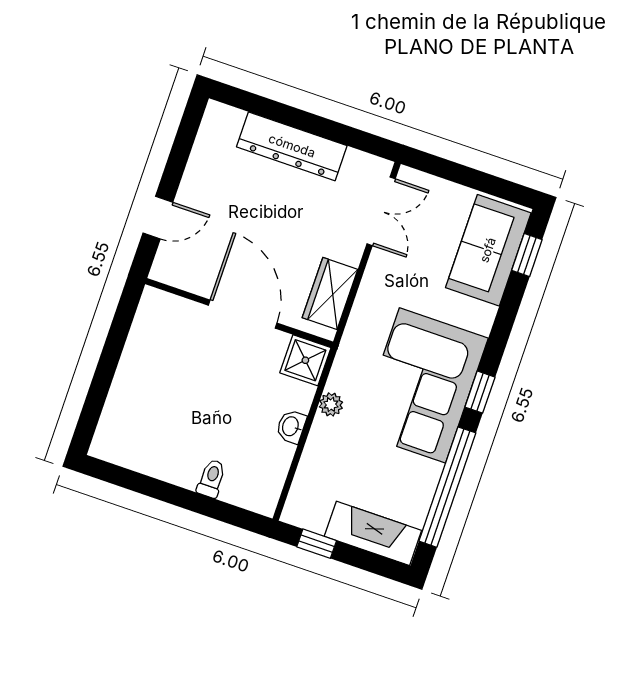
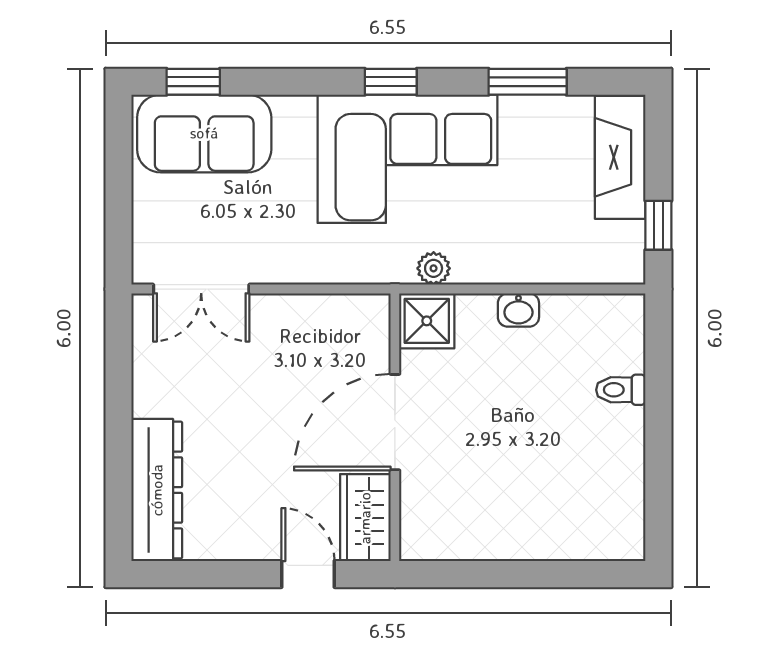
dresser: (292, 146) -> (157, 490), moved
double door: (381, 211) -> (201, 289), swing flipped
wardrobe: (330, 293) -> (365, 518), moved, turned 90
plant: (331, 404) -> (434, 268), moved
window: (447, 487) -> (528, 82), width x0.47

